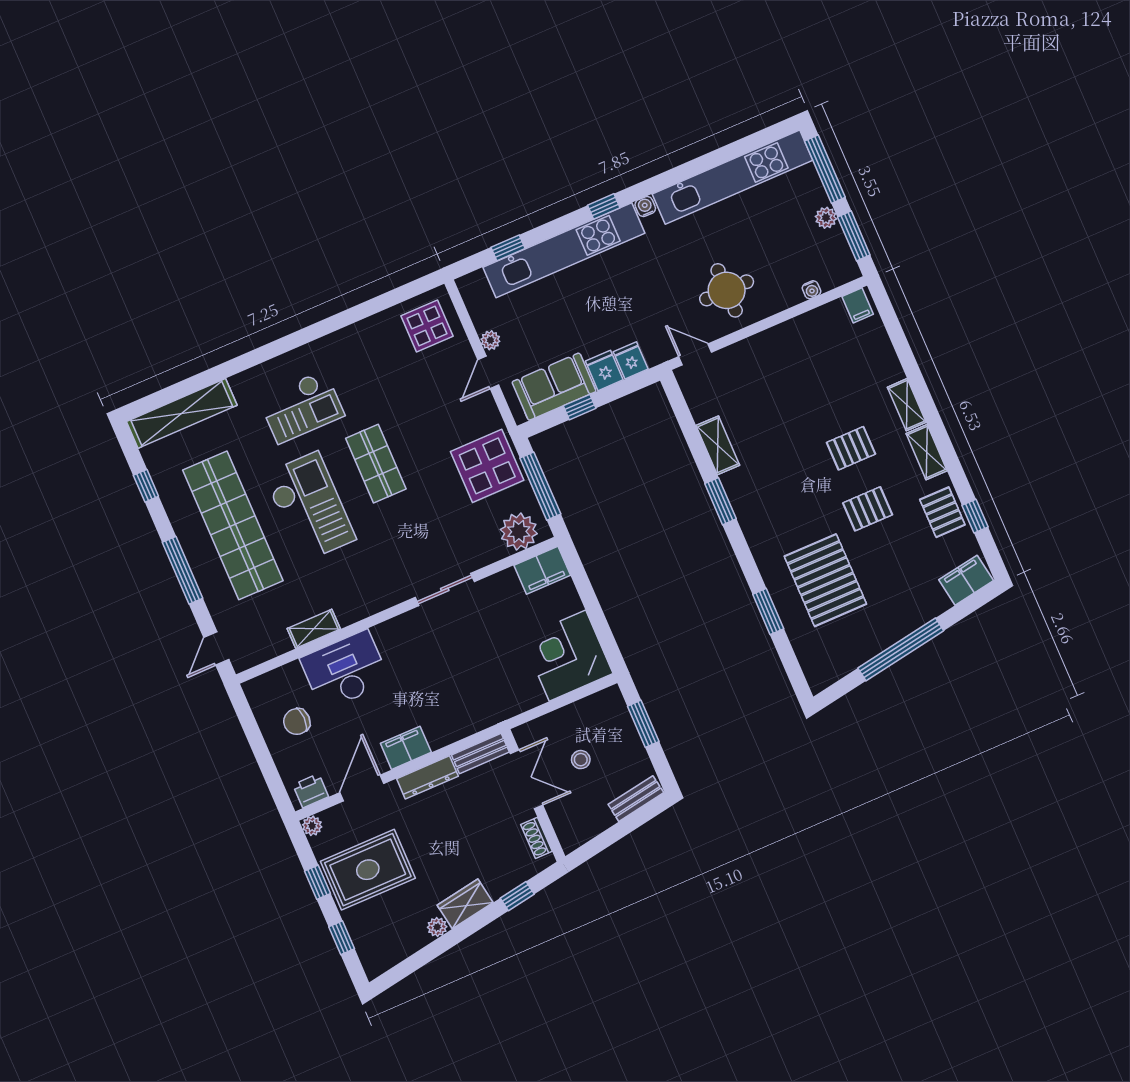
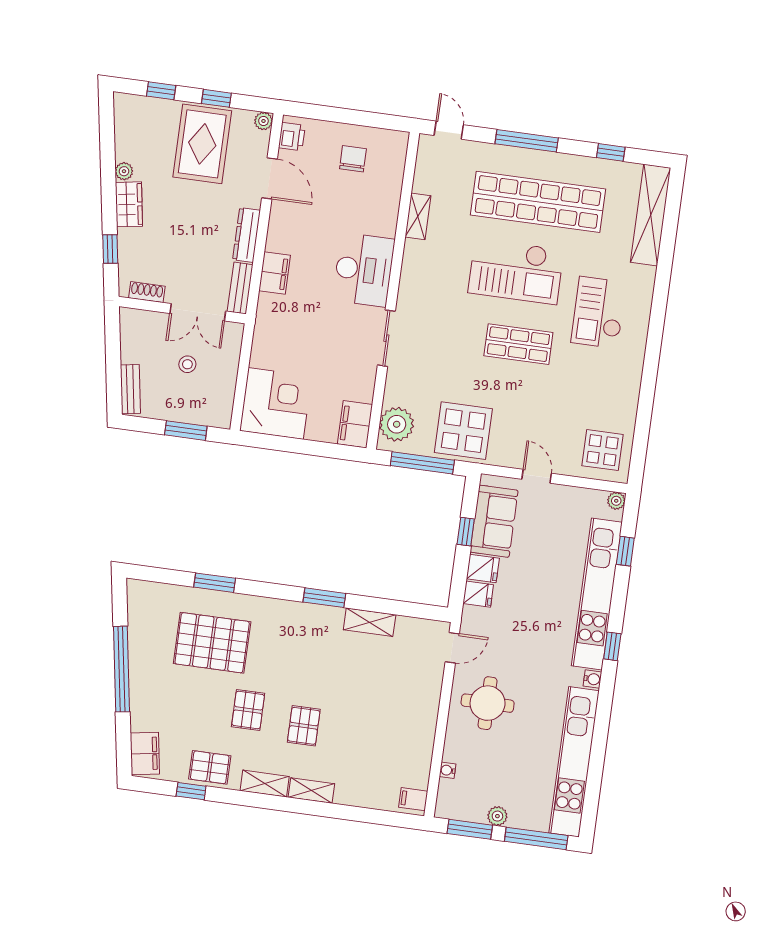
plant: (490, 340) -> (616, 501), moved
desk: (345, 670) -> (364, 270), moved
filing cabinet: (406, 748) -> (275, 273), moved

